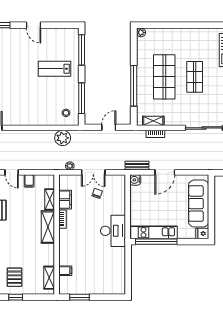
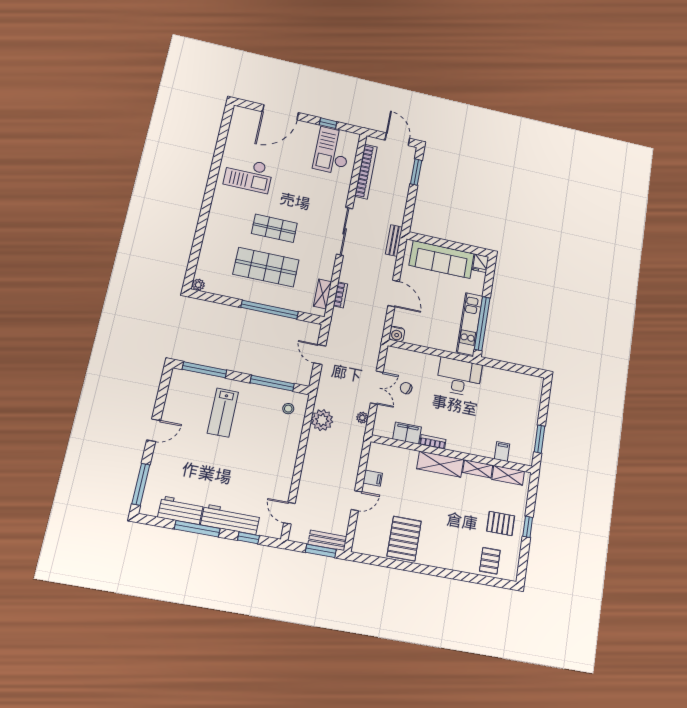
bench: (137, 166) -> (394, 241), moved
shelving: (50, 199) -> (478, 469), moved

